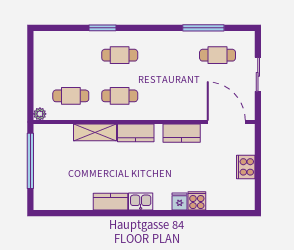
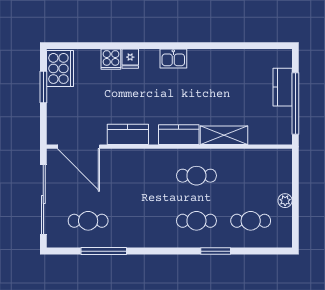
sliding door: (258, 74) -> (43, 199), width x1.86
cafe table: (71, 96) -> (251, 221), moved
plant: (40, 114) -> (285, 201), moved
cooker: (246, 167) -> (60, 68), moved, width x1.37, depth x1.31
window: (258, 176) -> (43, 87), added
kitchen counter: (110, 202) -> (283, 87), moved, turned 90

